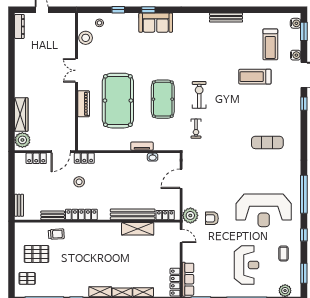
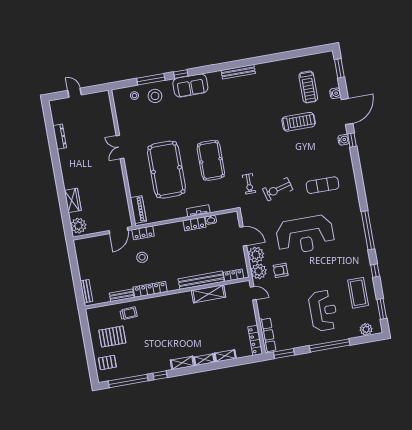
window: (118, 10) -> (151, 79), width x2.17
bench: (226, 18) -> (238, 72), moved
water cooler: (296, 23) -> (343, 140), moved
dresser: (19, 26) -> (60, 137), moved
stool: (86, 38) -> (155, 96), moved
treadmill: (255, 77) -> (299, 122), turned 180
exercise bike: (199, 95) -> (278, 189), moved, turned -105
piano: (84, 104) -> (138, 210), moved
wardrobe: (21, 114) -> (73, 200), width x0.67
locker: (36, 158) -> (195, 224), moved
door: (181, 179) -> (243, 236), swing flipped
plant: (190, 199) -> (256, 255), added
reception desk: (264, 210) -> (305, 235), moved
coffee table: (283, 254) -> (358, 293), width x1.86, depth x1.72

